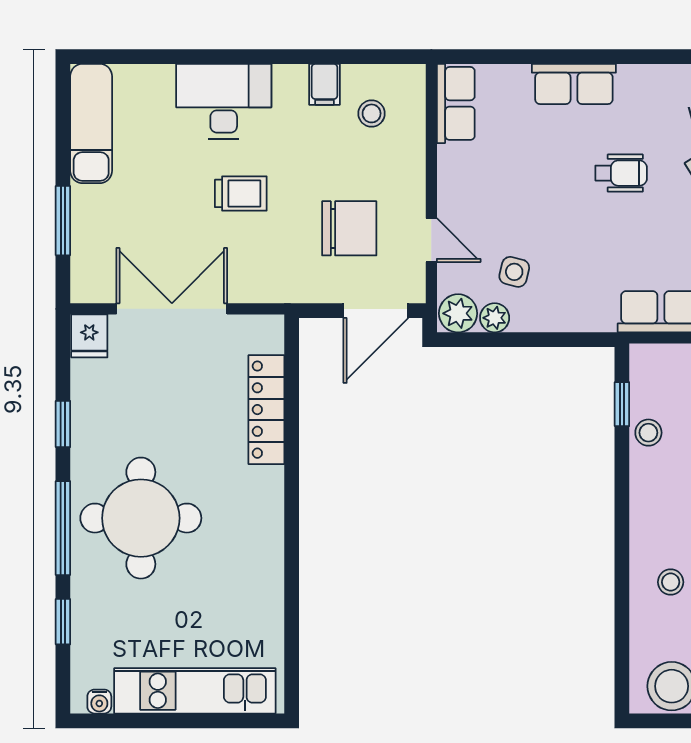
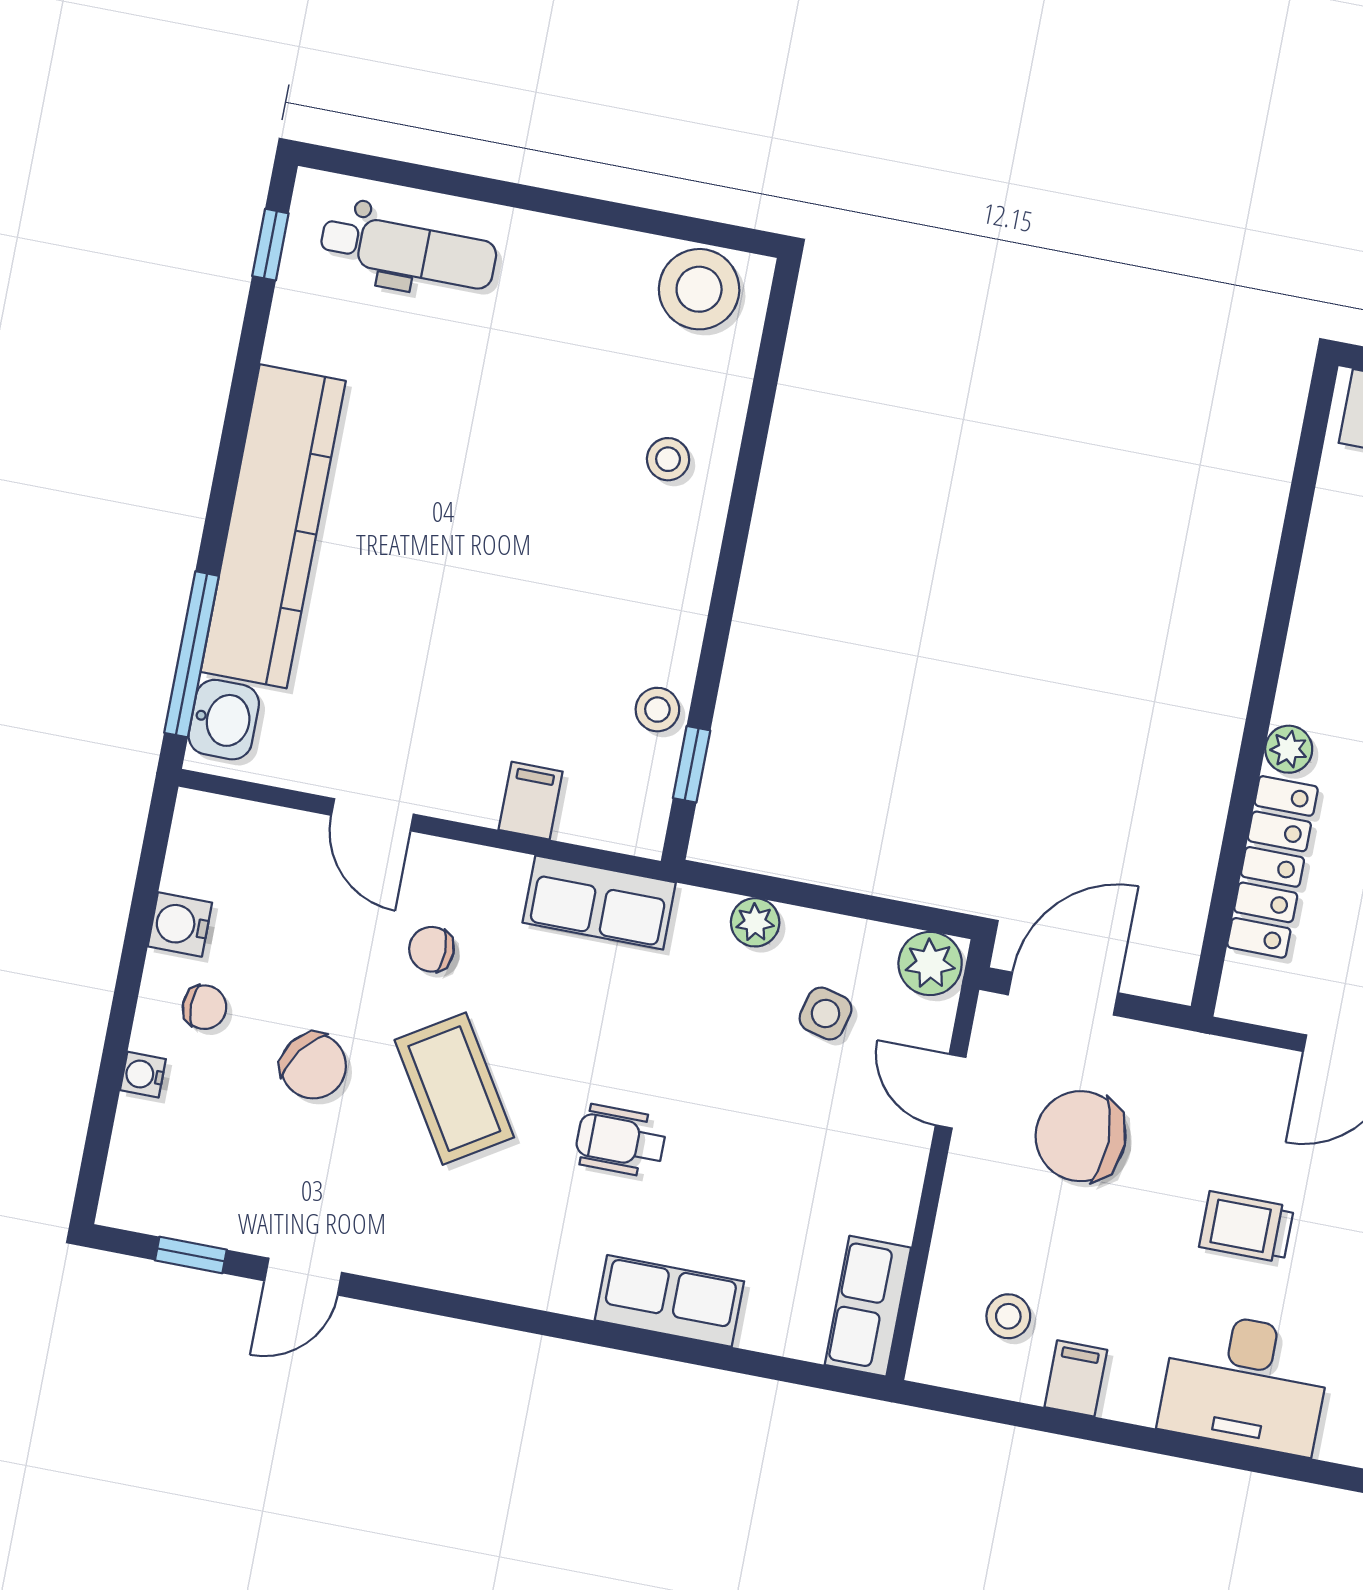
plant: (495, 318) -> (755, 922), moved
plant: (270, 481) -> (1289, 749), added

